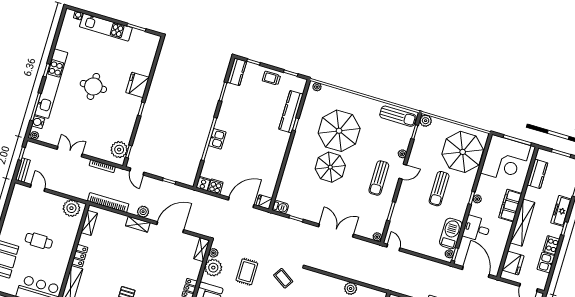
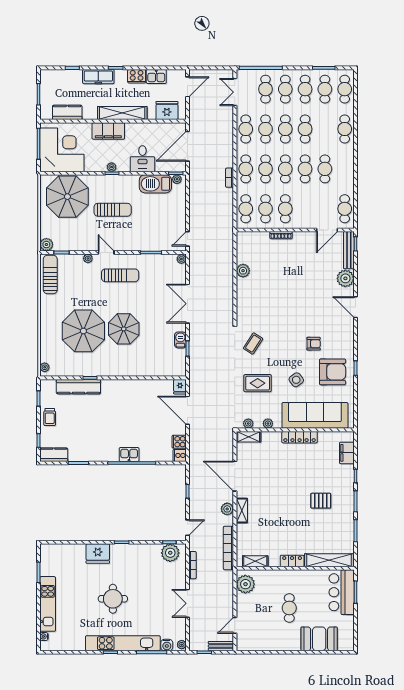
barbecue: (280, 207) -> (180, 340), moved
plant: (213, 268) -> (268, 424), width x0.53, depth x0.53

